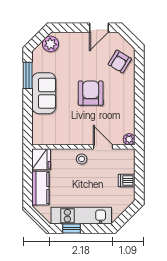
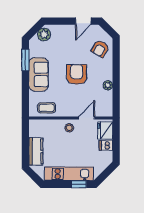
coffee table: (54, 134) -> (47, 108), added
plant: (129, 139) -> (108, 85), moved
door: (103, 147) -> (87, 118), hinge flipped
fridge: (41, 159) -> (105, 130), moved, turned 180
window: (72, 229) -> (79, 184), moved

